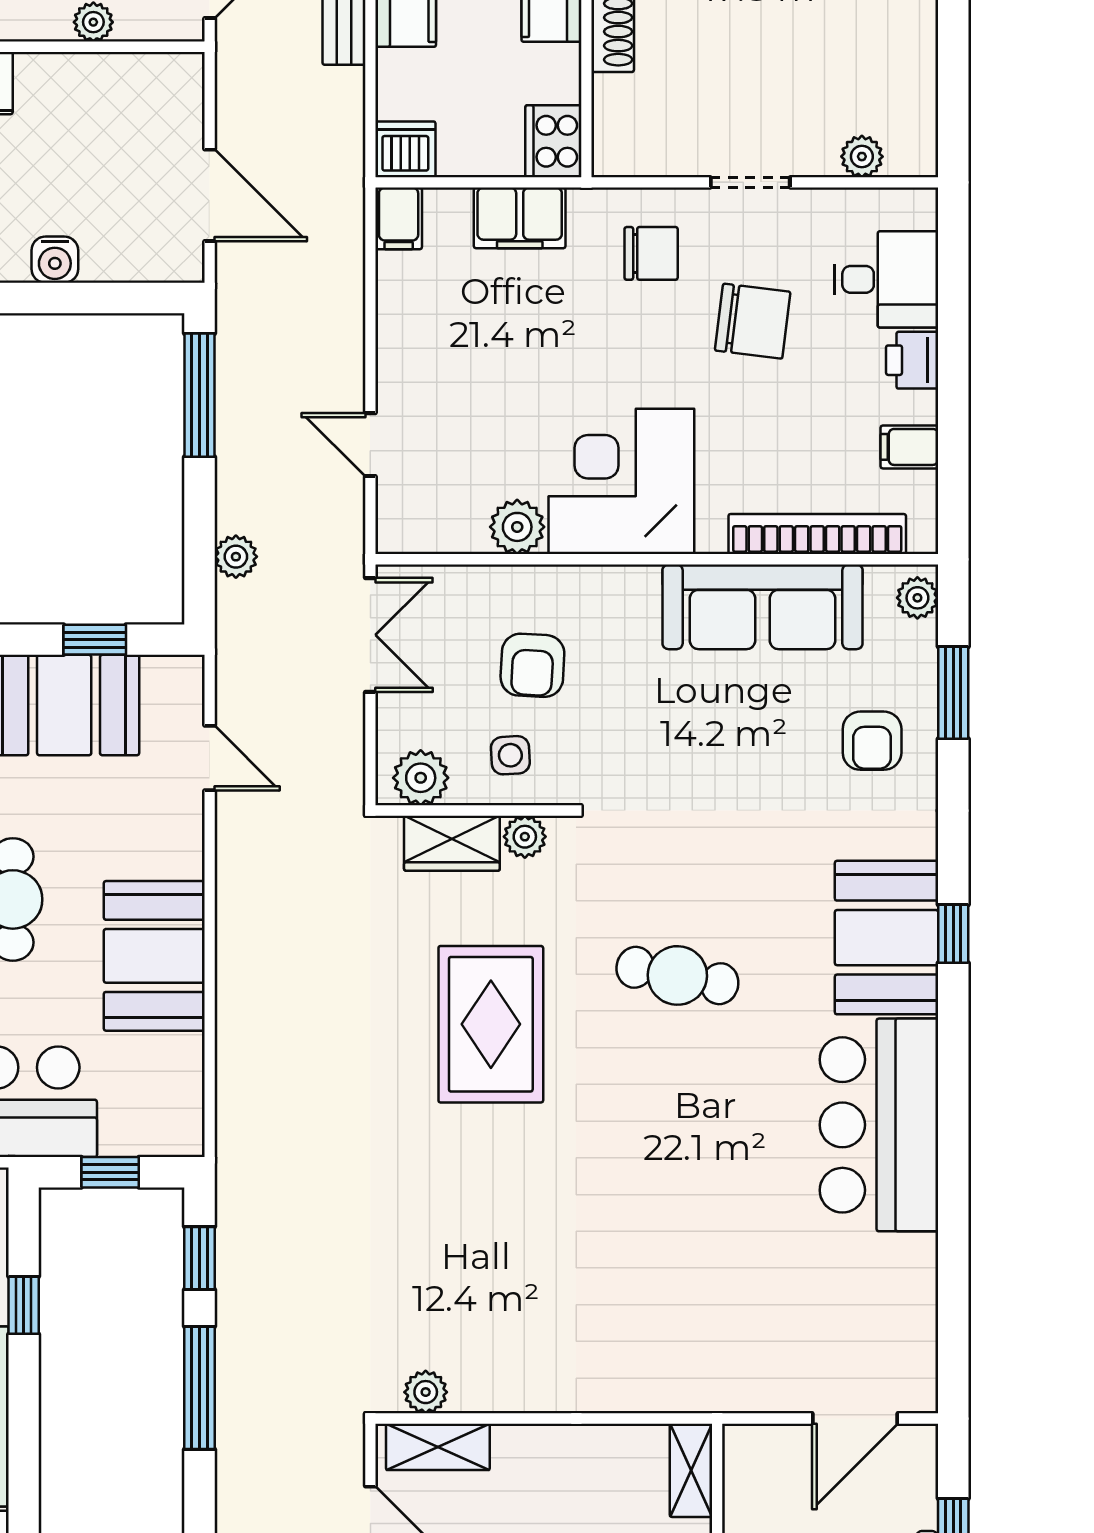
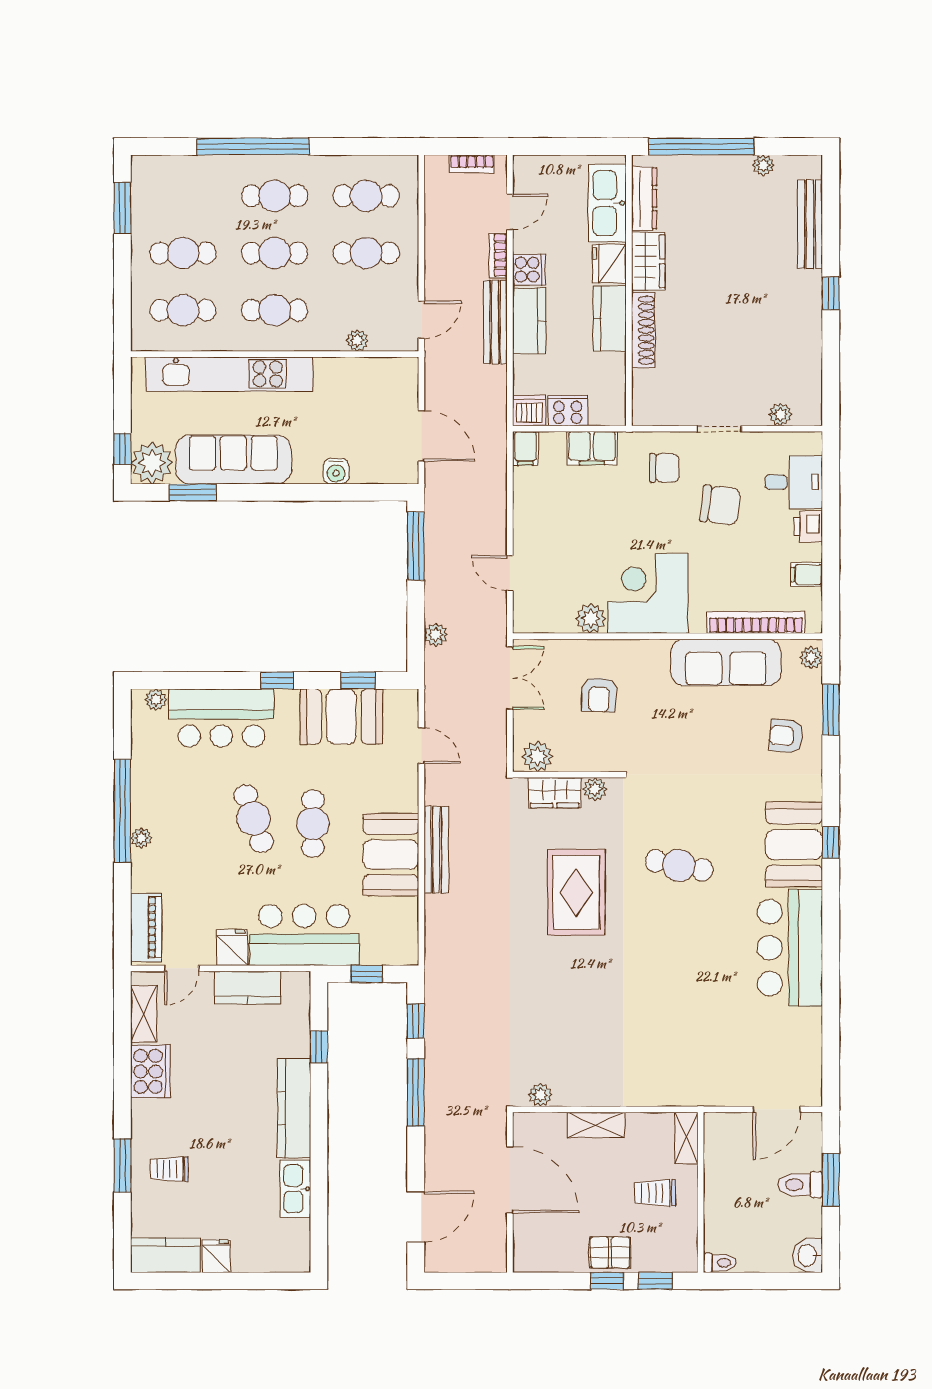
cooker: (553, 141) -> (568, 411), moved, turned 90
armchair: (872, 741) -> (786, 736), turned 95
side table: (510, 755) -> (587, 744), removed
bench: (237, 947) -> (436, 850), added
shelving: (438, 1447) -> (596, 1125), moved

